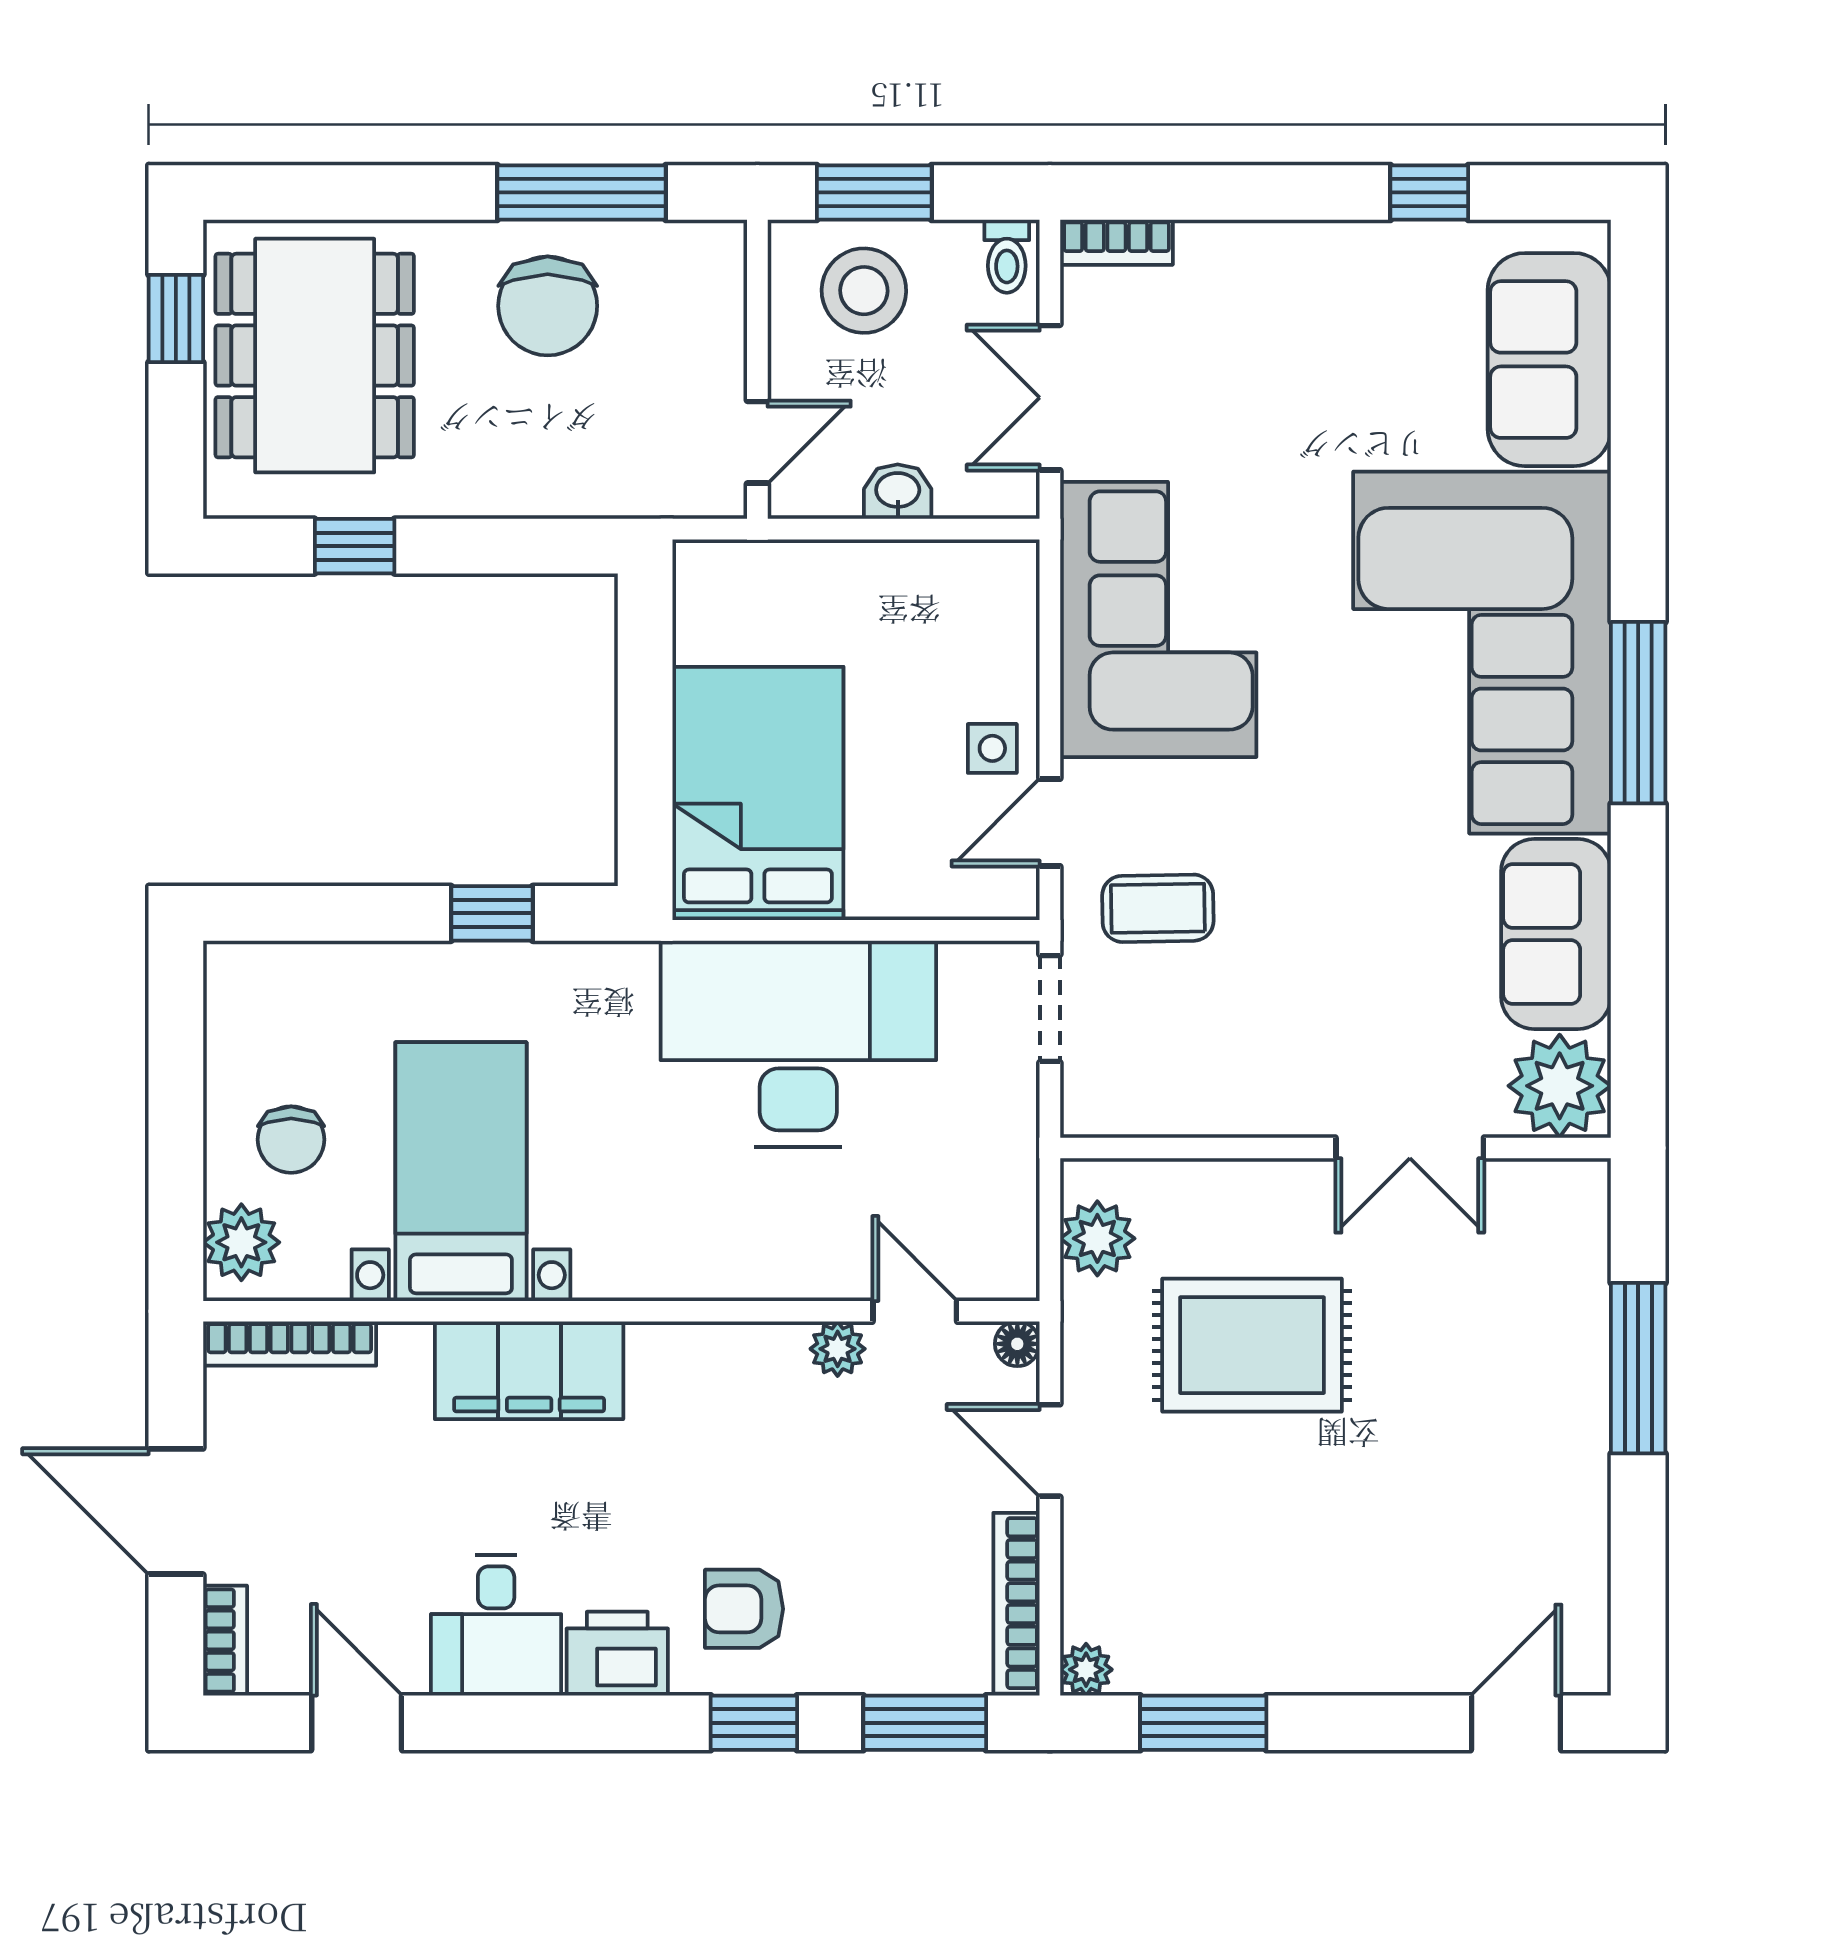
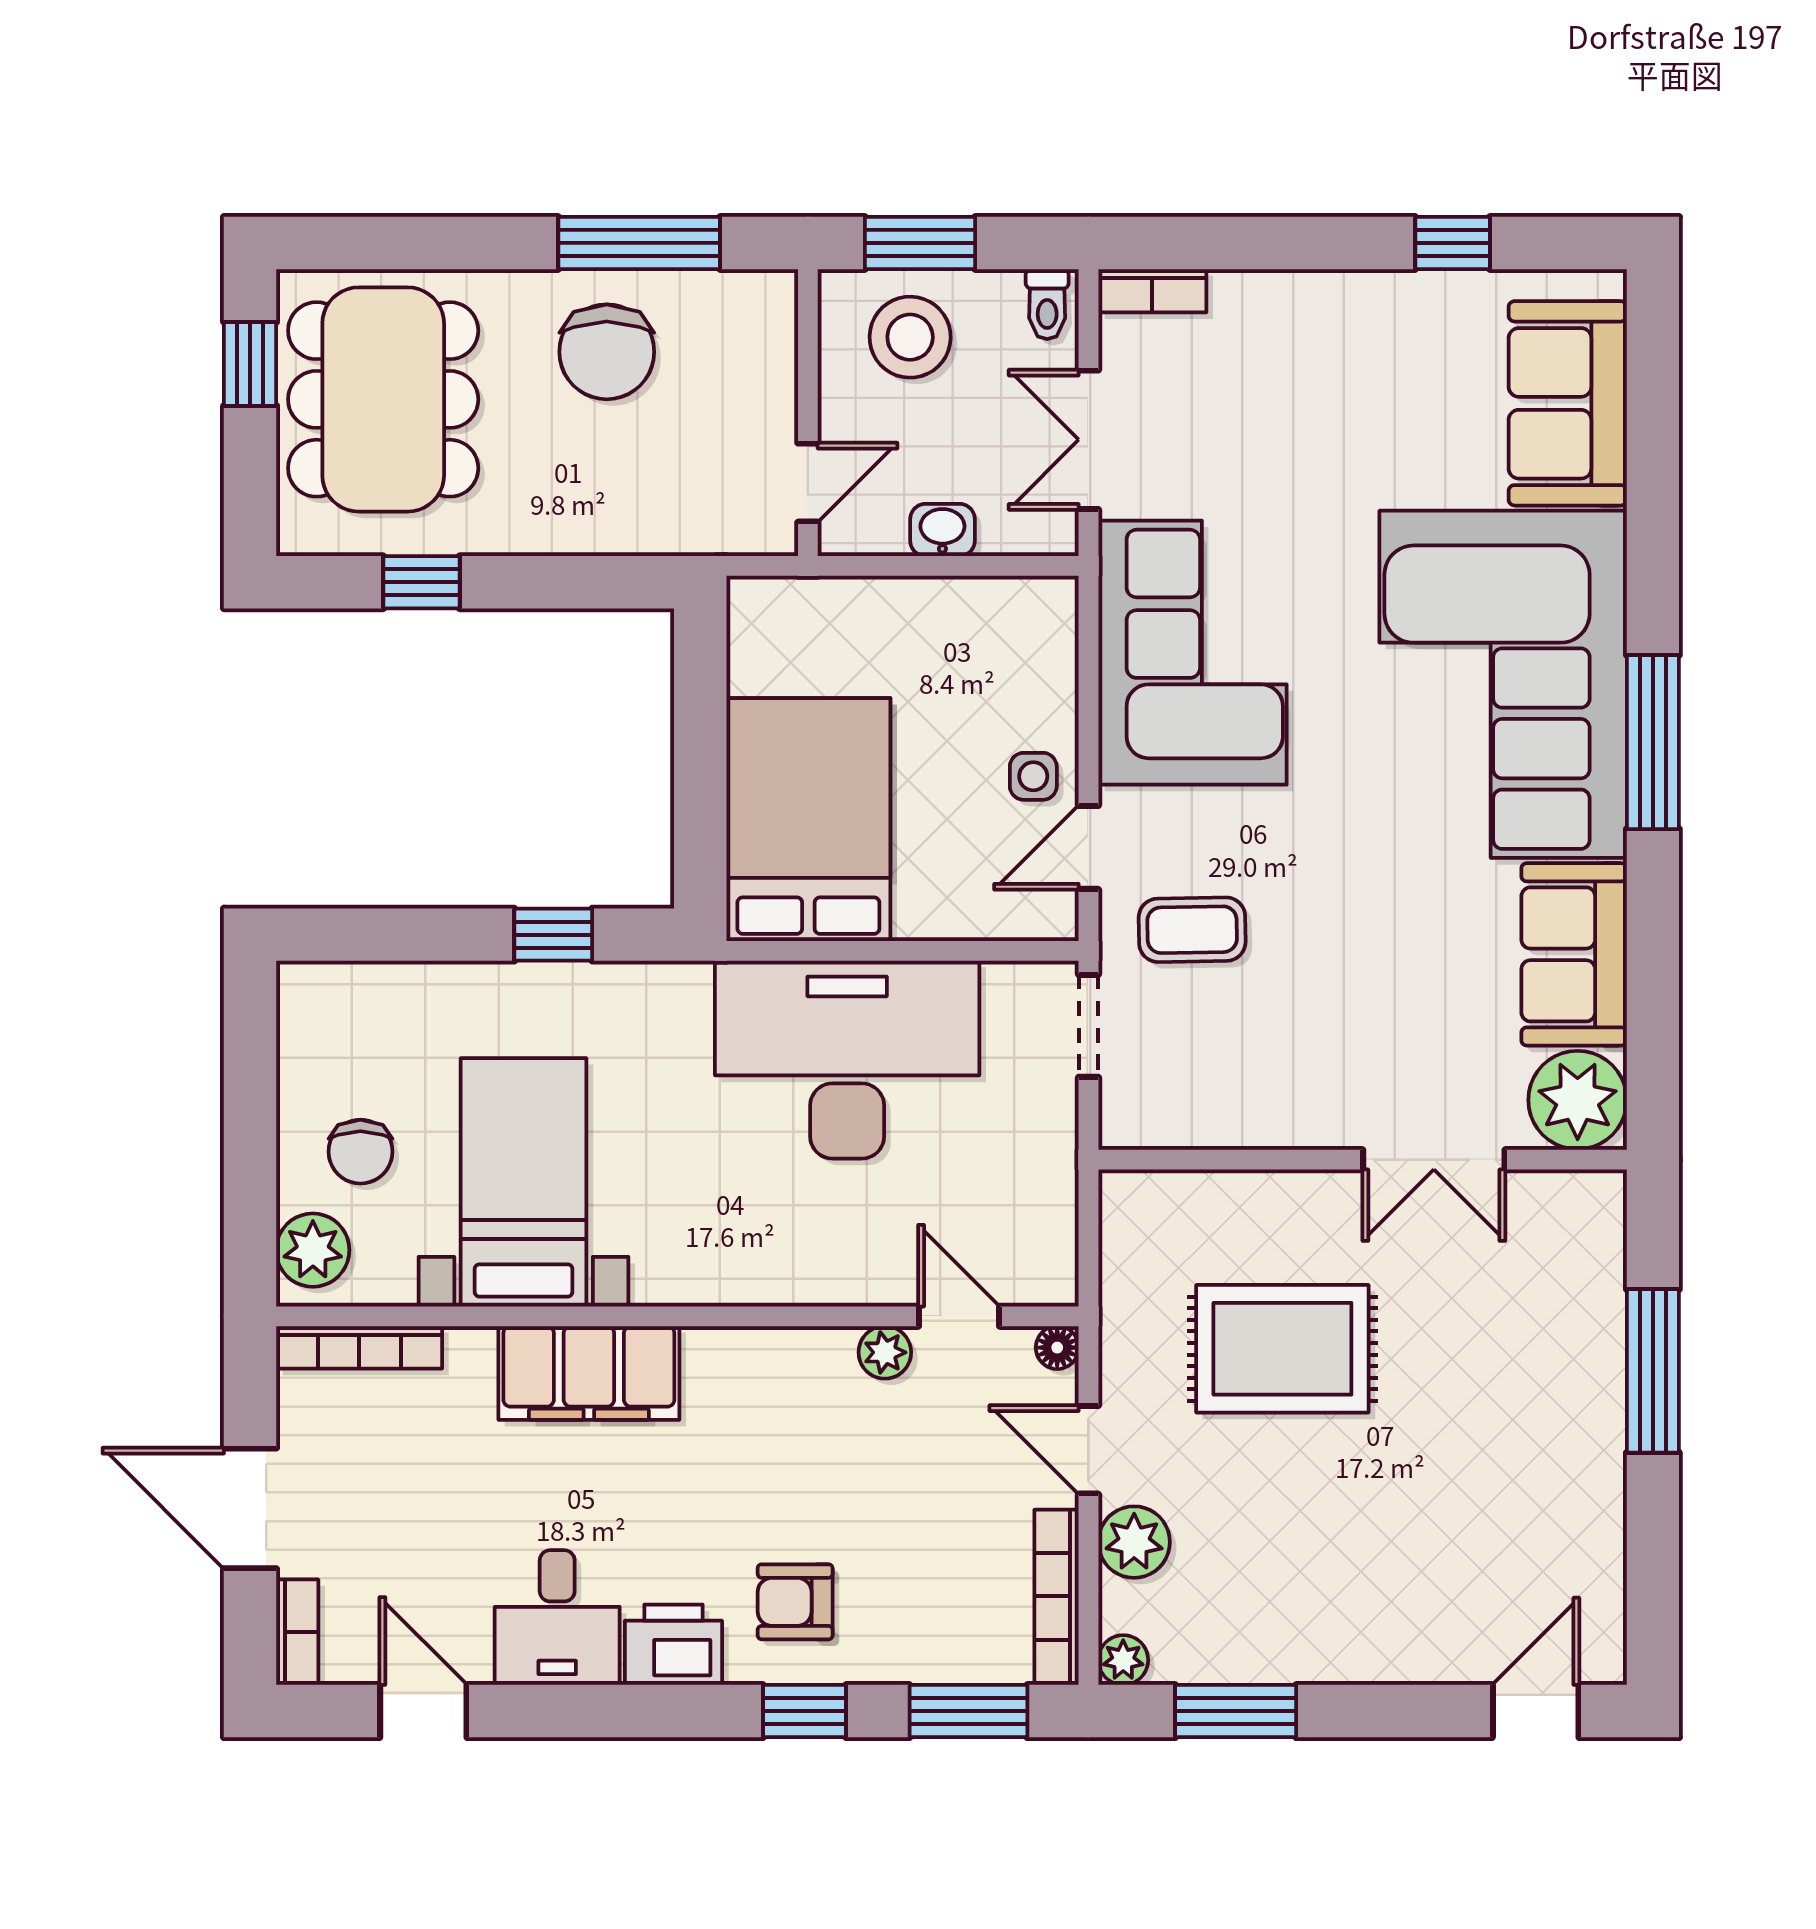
plant: (1097, 1238) -> (1134, 1542), moved

